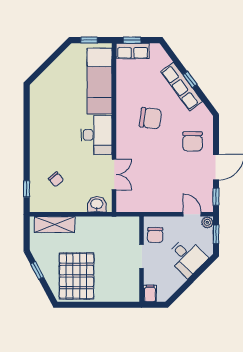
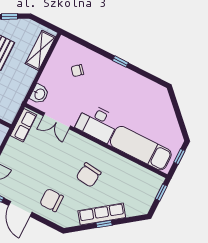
row of seats: (133, 51) -> (24, 125), moved, turned 180
window: (27, 189) -> (120, 62), moved

